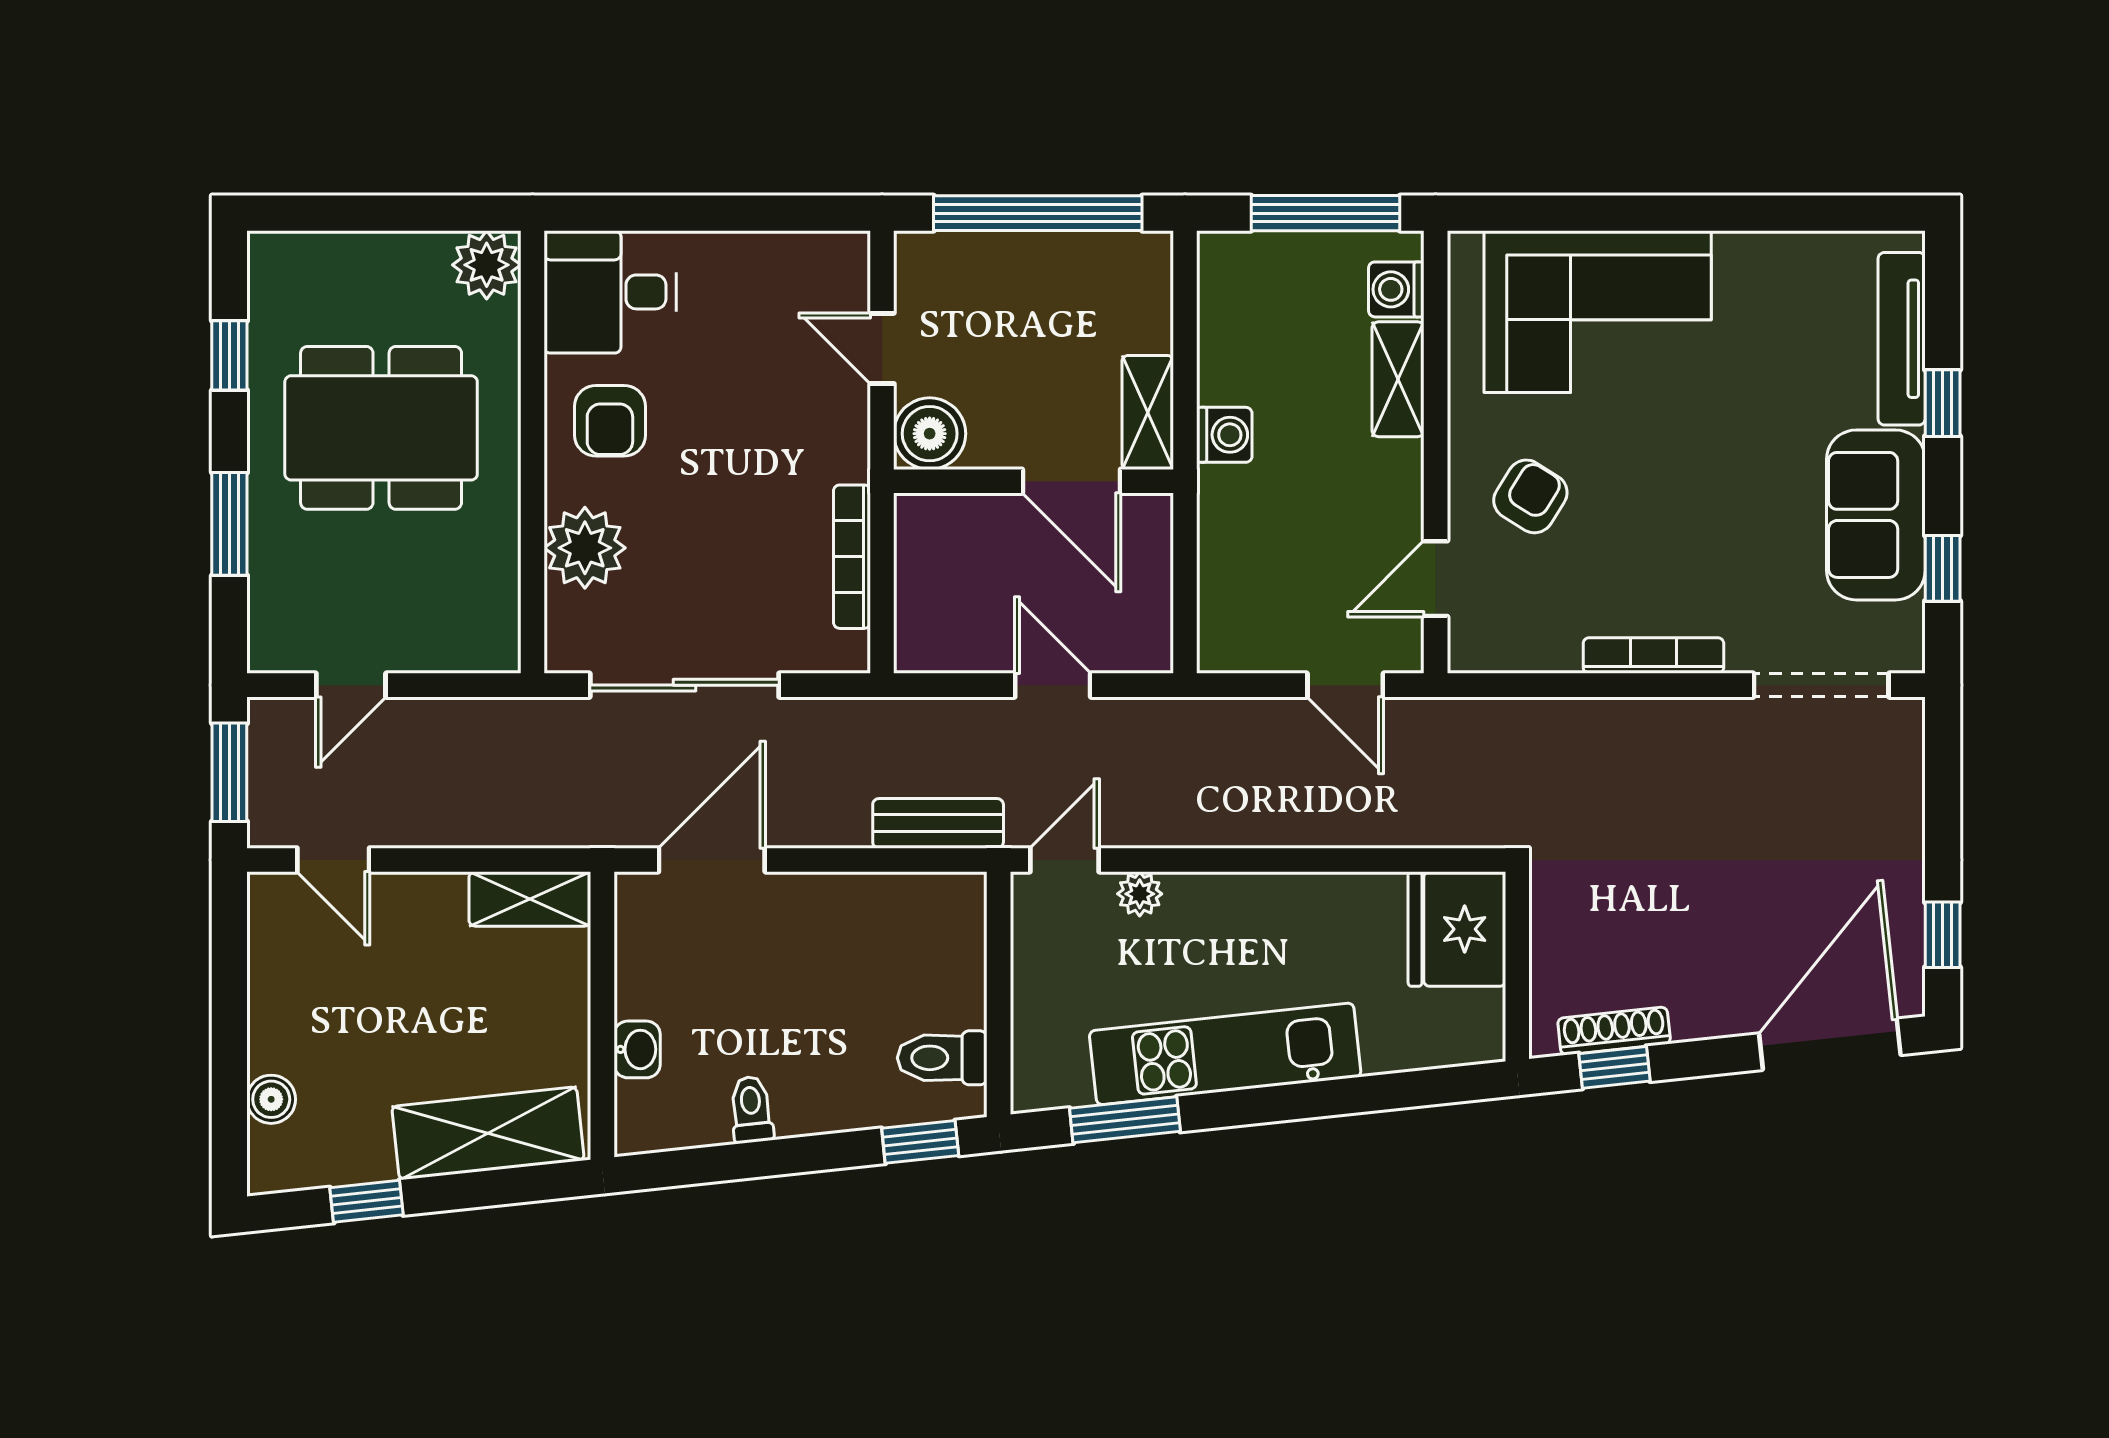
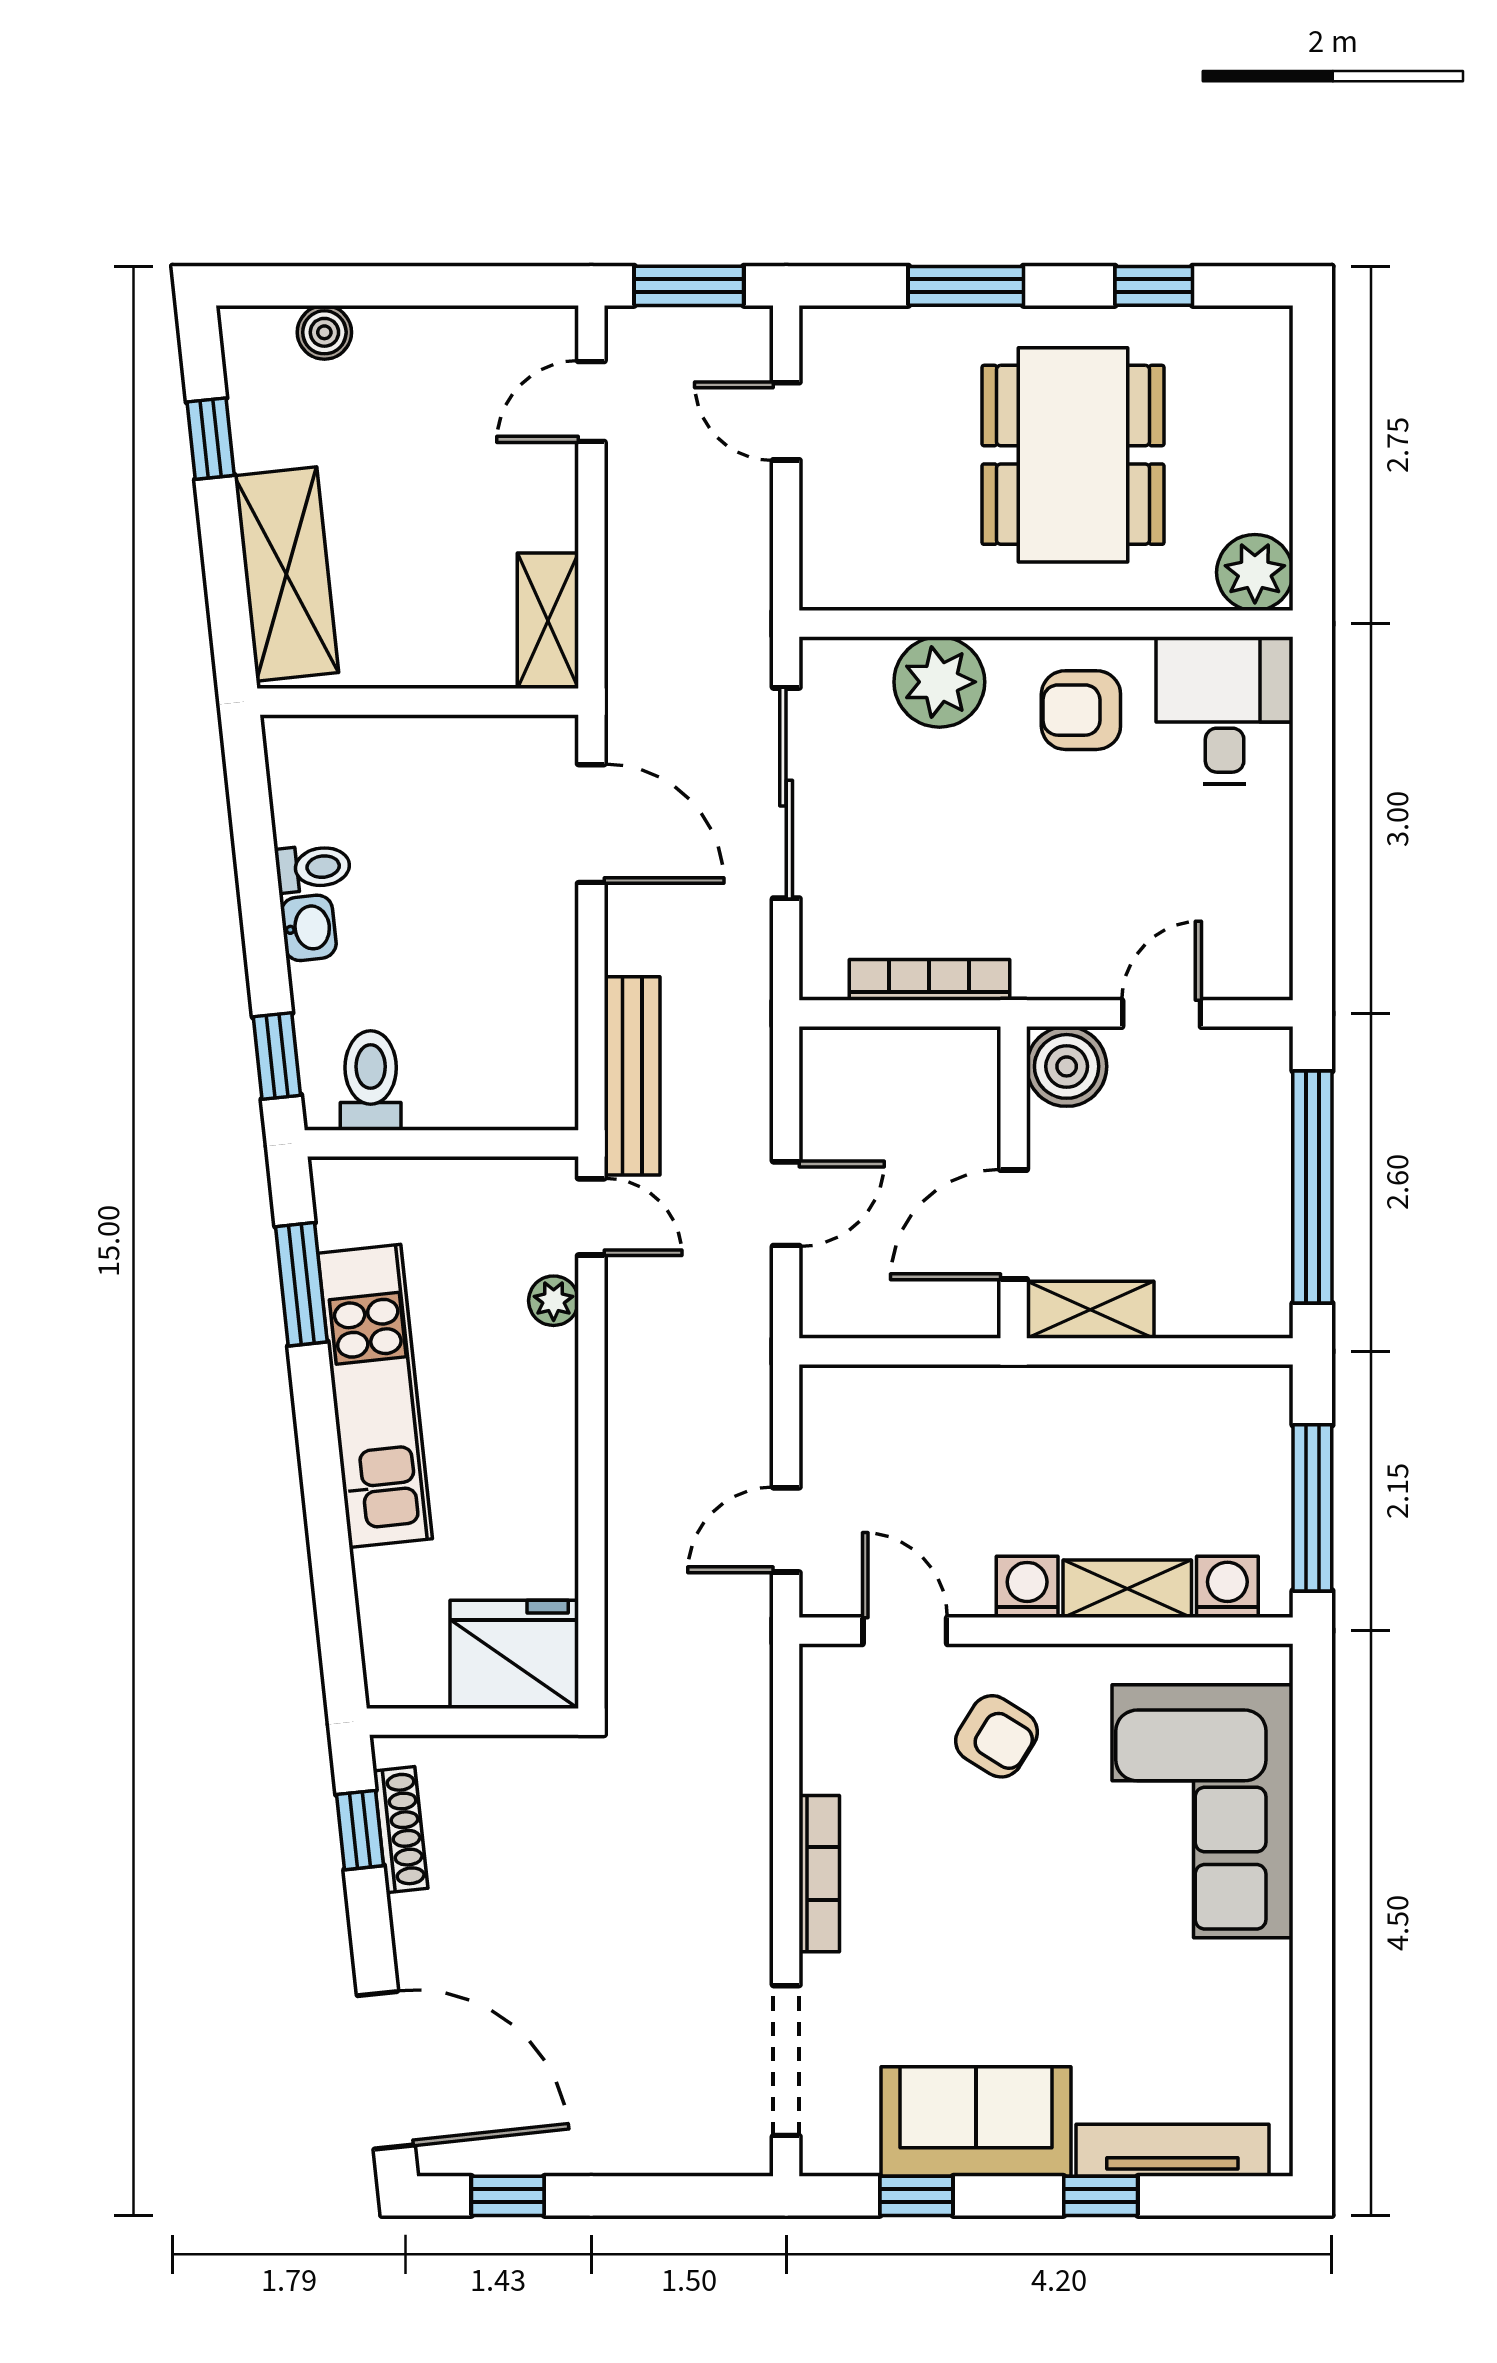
washing machine: (1224, 435) -> (1027, 1587), moved, turned 180
bench: (938, 823) -> (632, 1076), width x1.36
washbasin: (637, 1049) -> (309, 928), moved, turned -96

